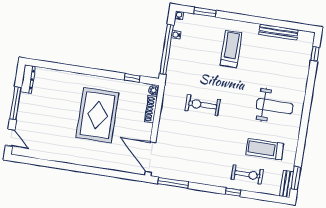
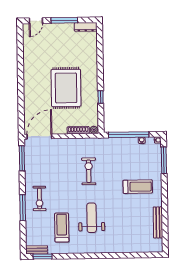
window: (205, 12) -> (164, 160), width x1.44
window: (315, 54) -> (145, 255), removed
window: (132, 78) -> (101, 97), moved
weight bench: (275, 106) -> (92, 218), moved, turned 180
rug: (97, 115) -> (66, 88), turned 90
exercise bike: (247, 174) -> (39, 198), moved
window: (233, 192) -> (23, 208), width x2.17

